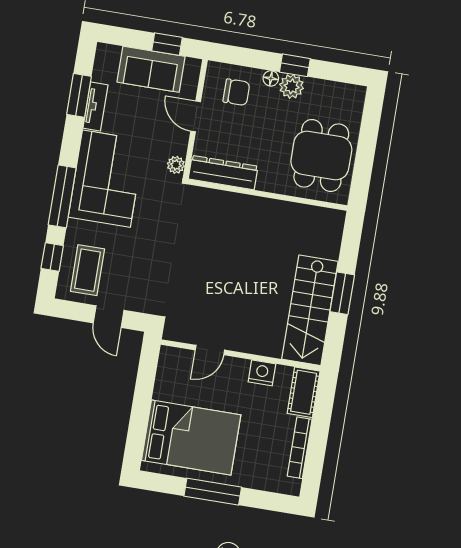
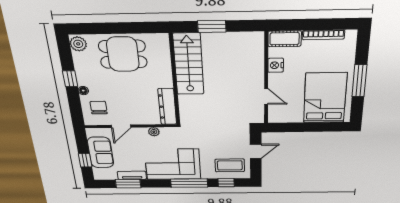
window: (167, 44) -> (85, 160), moved
plant: (292, 86) -> (78, 44), moved
dresser: (223, 173) -> (167, 107), moved
wall: (267, 195) -> (175, 80), moved
stairs: (310, 310) -> (189, 64), moved, turned -90

